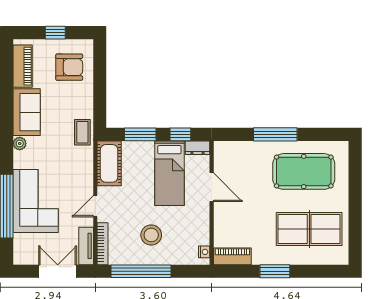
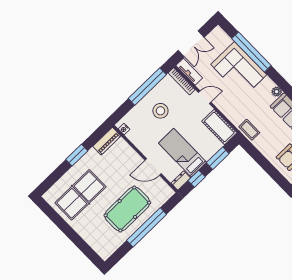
window: (275, 134) -> (147, 227), width x1.46
pool table: (304, 171) -> (127, 209), moved
door: (95, 206) -> (205, 97), hinge flipped

